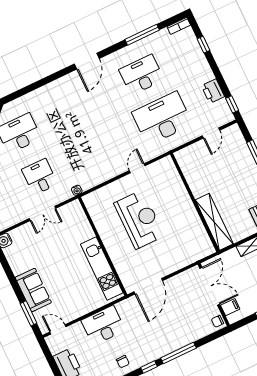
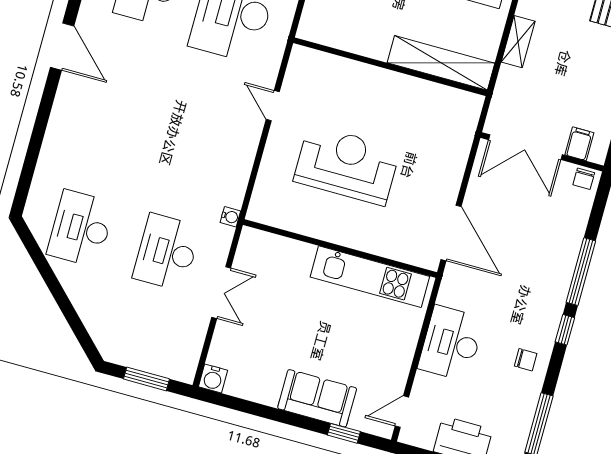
desk: (40, 177) -> (167, 252), width x1.37
double door: (210, 286) -> (525, 147), swing flipped
window: (28, 313) -> (344, 433), width x0.67

